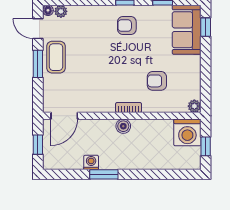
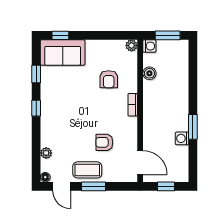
plant: (61, 11) -> (46, 153), moved
armchair: (127, 26) -> (104, 142), moved, turned 90
door: (38, 29) -> (62, 186), hinge flipped
boiler: (123, 126) -> (149, 73), moved
washing machine: (187, 132) -> (149, 46), width x0.53, depth x0.53
window: (206, 146) -> (168, 35), width x1.50

